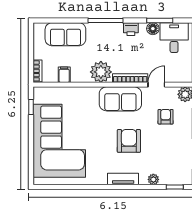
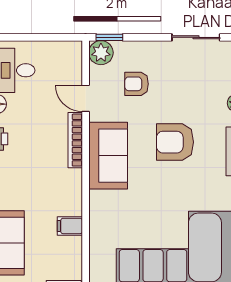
plant: (101, 72) -> (65, 187), removed
filing cabinet: (64, 75) -> (70, 226), moved

